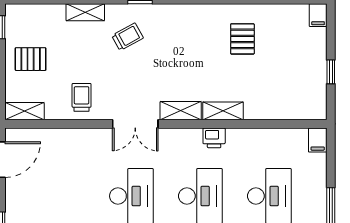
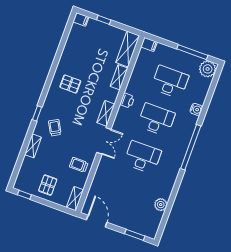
pallet: (242, 39) -> (70, 84), moved
window: (331, 72) -> (104, 20), moved
shelving: (298, 108) -> (128, 49), added
shelving: (223, 111) -> (119, 77), moved

